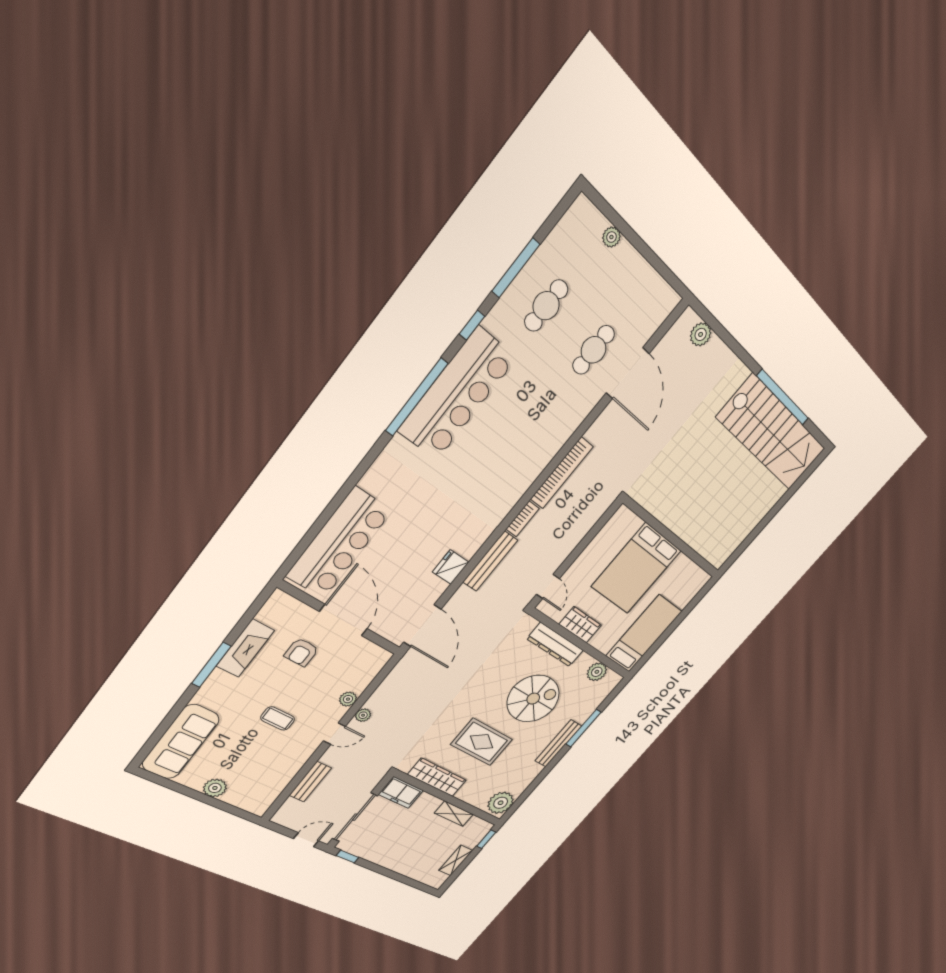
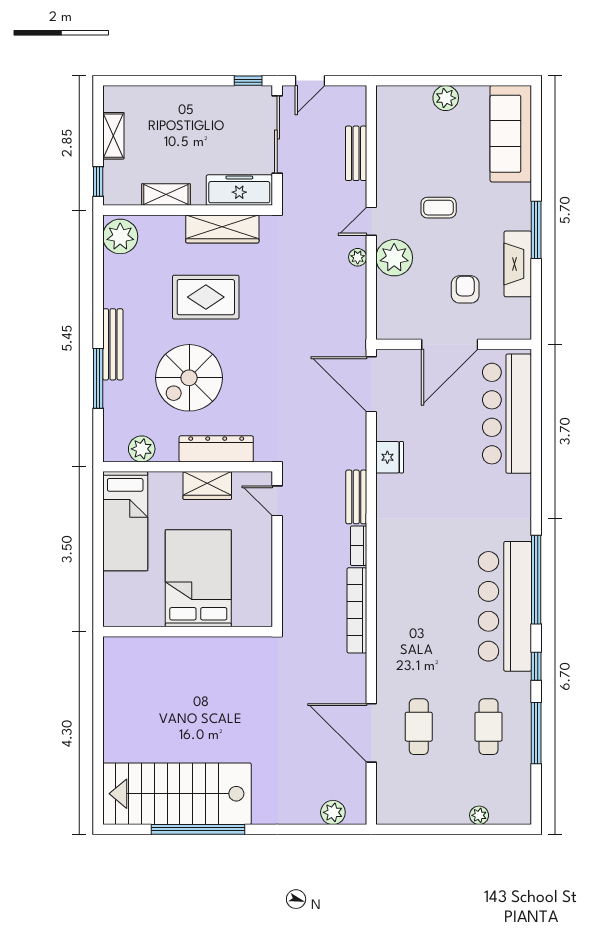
bench: (490, 561) -> (356, 497), width x0.73
door: (344, 620) -> (450, 344), hinge flipped
plant: (348, 699) -> (394, 258), width x1.88, depth x1.88
freezer: (401, 792) -> (239, 190), width x1.40

